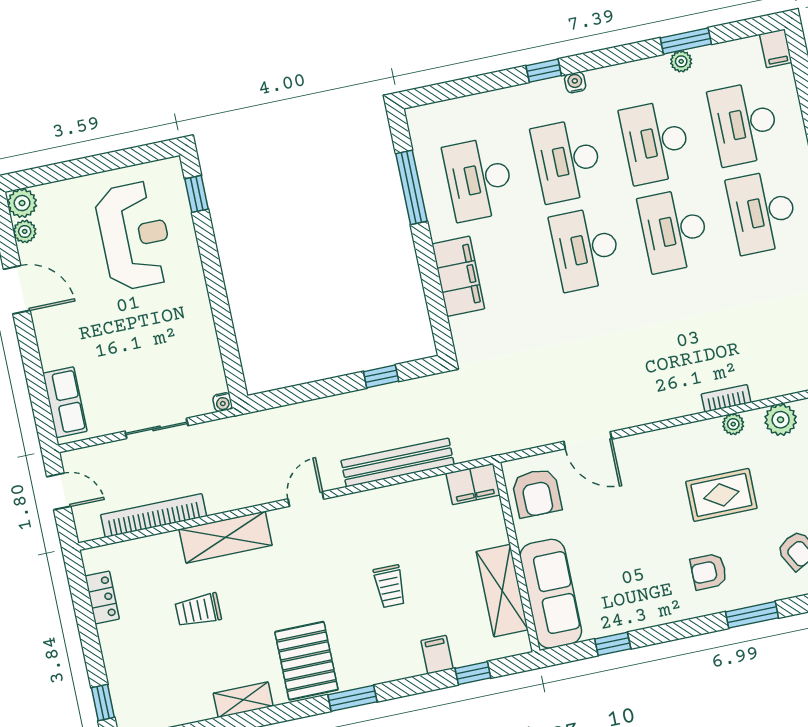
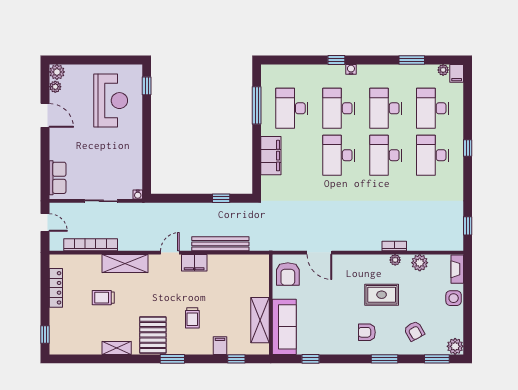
plant: (681, 61) -> (443, 70), moved
filing cabinet: (473, 484) -> (194, 263), moved
trolley: (390, 586) -> (192, 318), moved
locker: (102, 598) -> (56, 288), width x1.53

